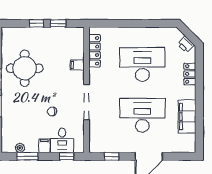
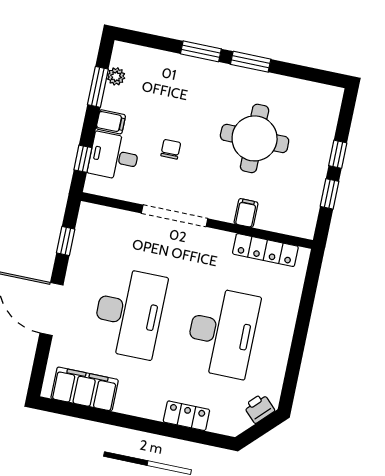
printer: (186, 45) -> (259, 408), moved
round table: (25, 68) -> (255, 138), moved
filing cabinet: (187, 116) -> (85, 389), moved

